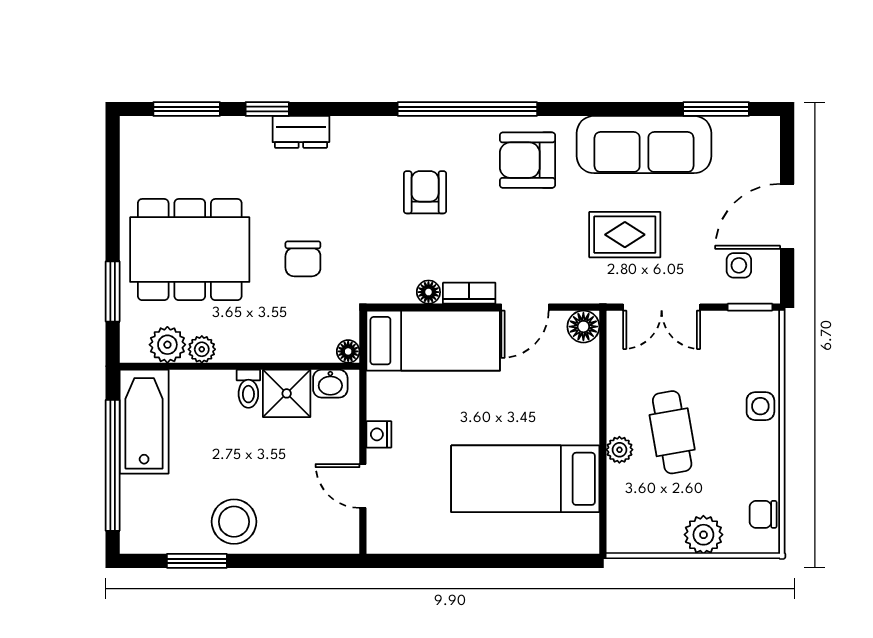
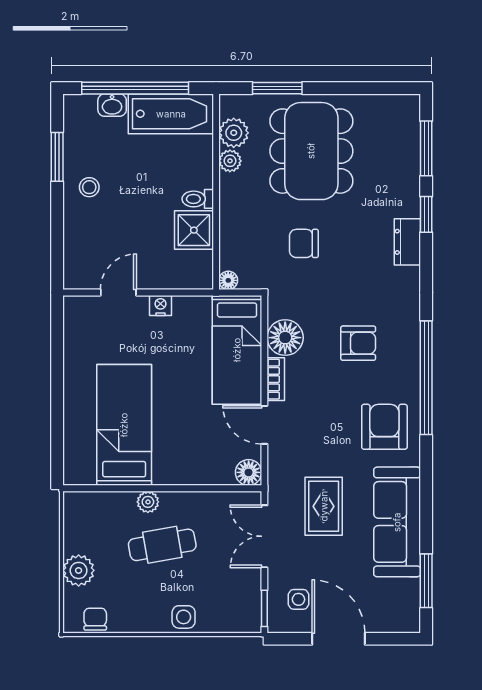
floor lamp: (428, 292) -> (285, 338), width x1.89, depth x1.89
washbasin: (330, 384) -> (112, 105), moved, turned -90
stool: (234, 522) -> (89, 187), width x0.53, depth x0.53

